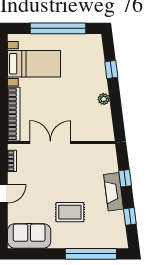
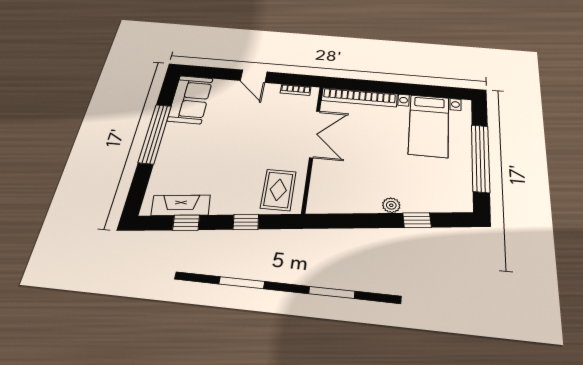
plant: (104, 99) -> (391, 205), moved
fireplace: (114, 192) -> (181, 205), moved
rug: (70, 212) -> (278, 190), moved
window: (91, 254) -> (155, 134), moved

